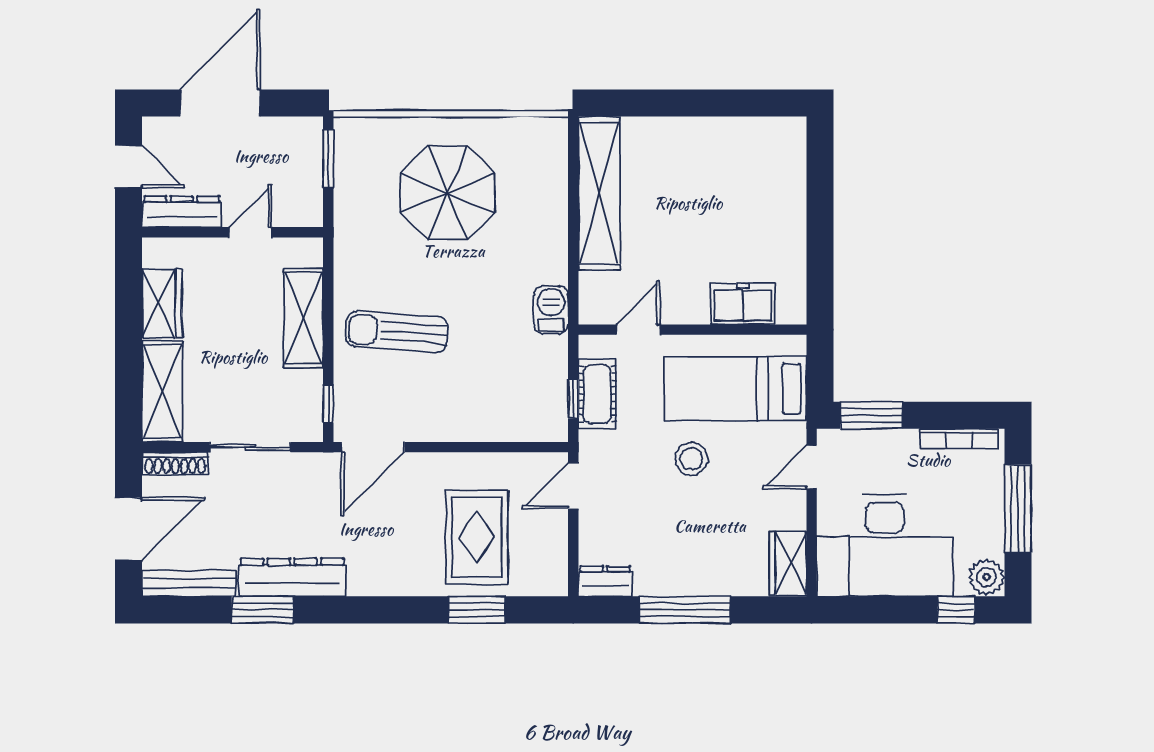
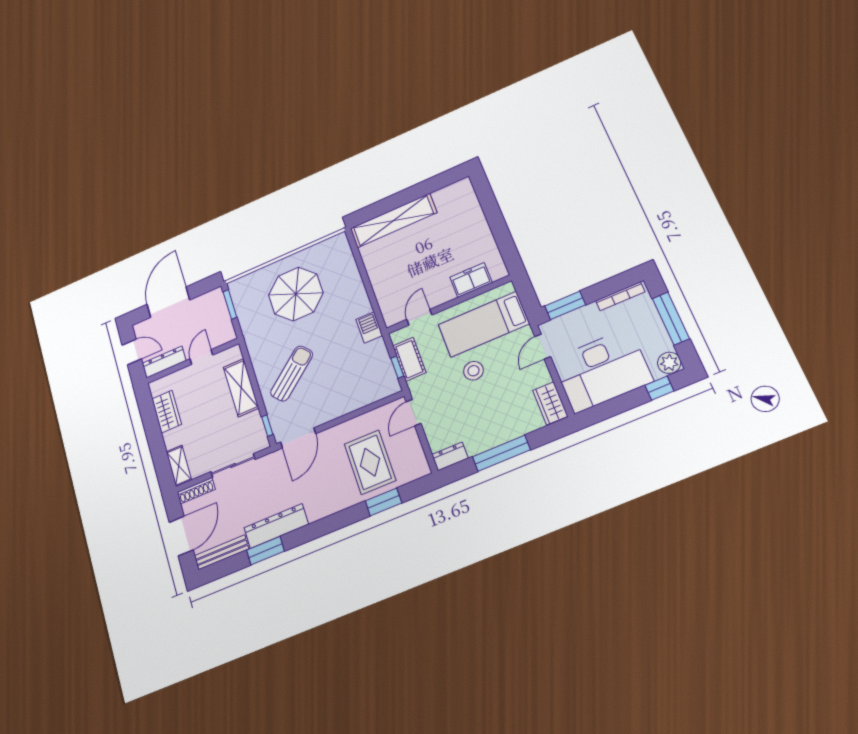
shelving: (599, 193) -> (393, 221), moved, turned 90
sun lounger: (397, 332) -> (292, 373), turned 135
shelving: (162, 391) -> (179, 466), width x0.67, depth x0.75

